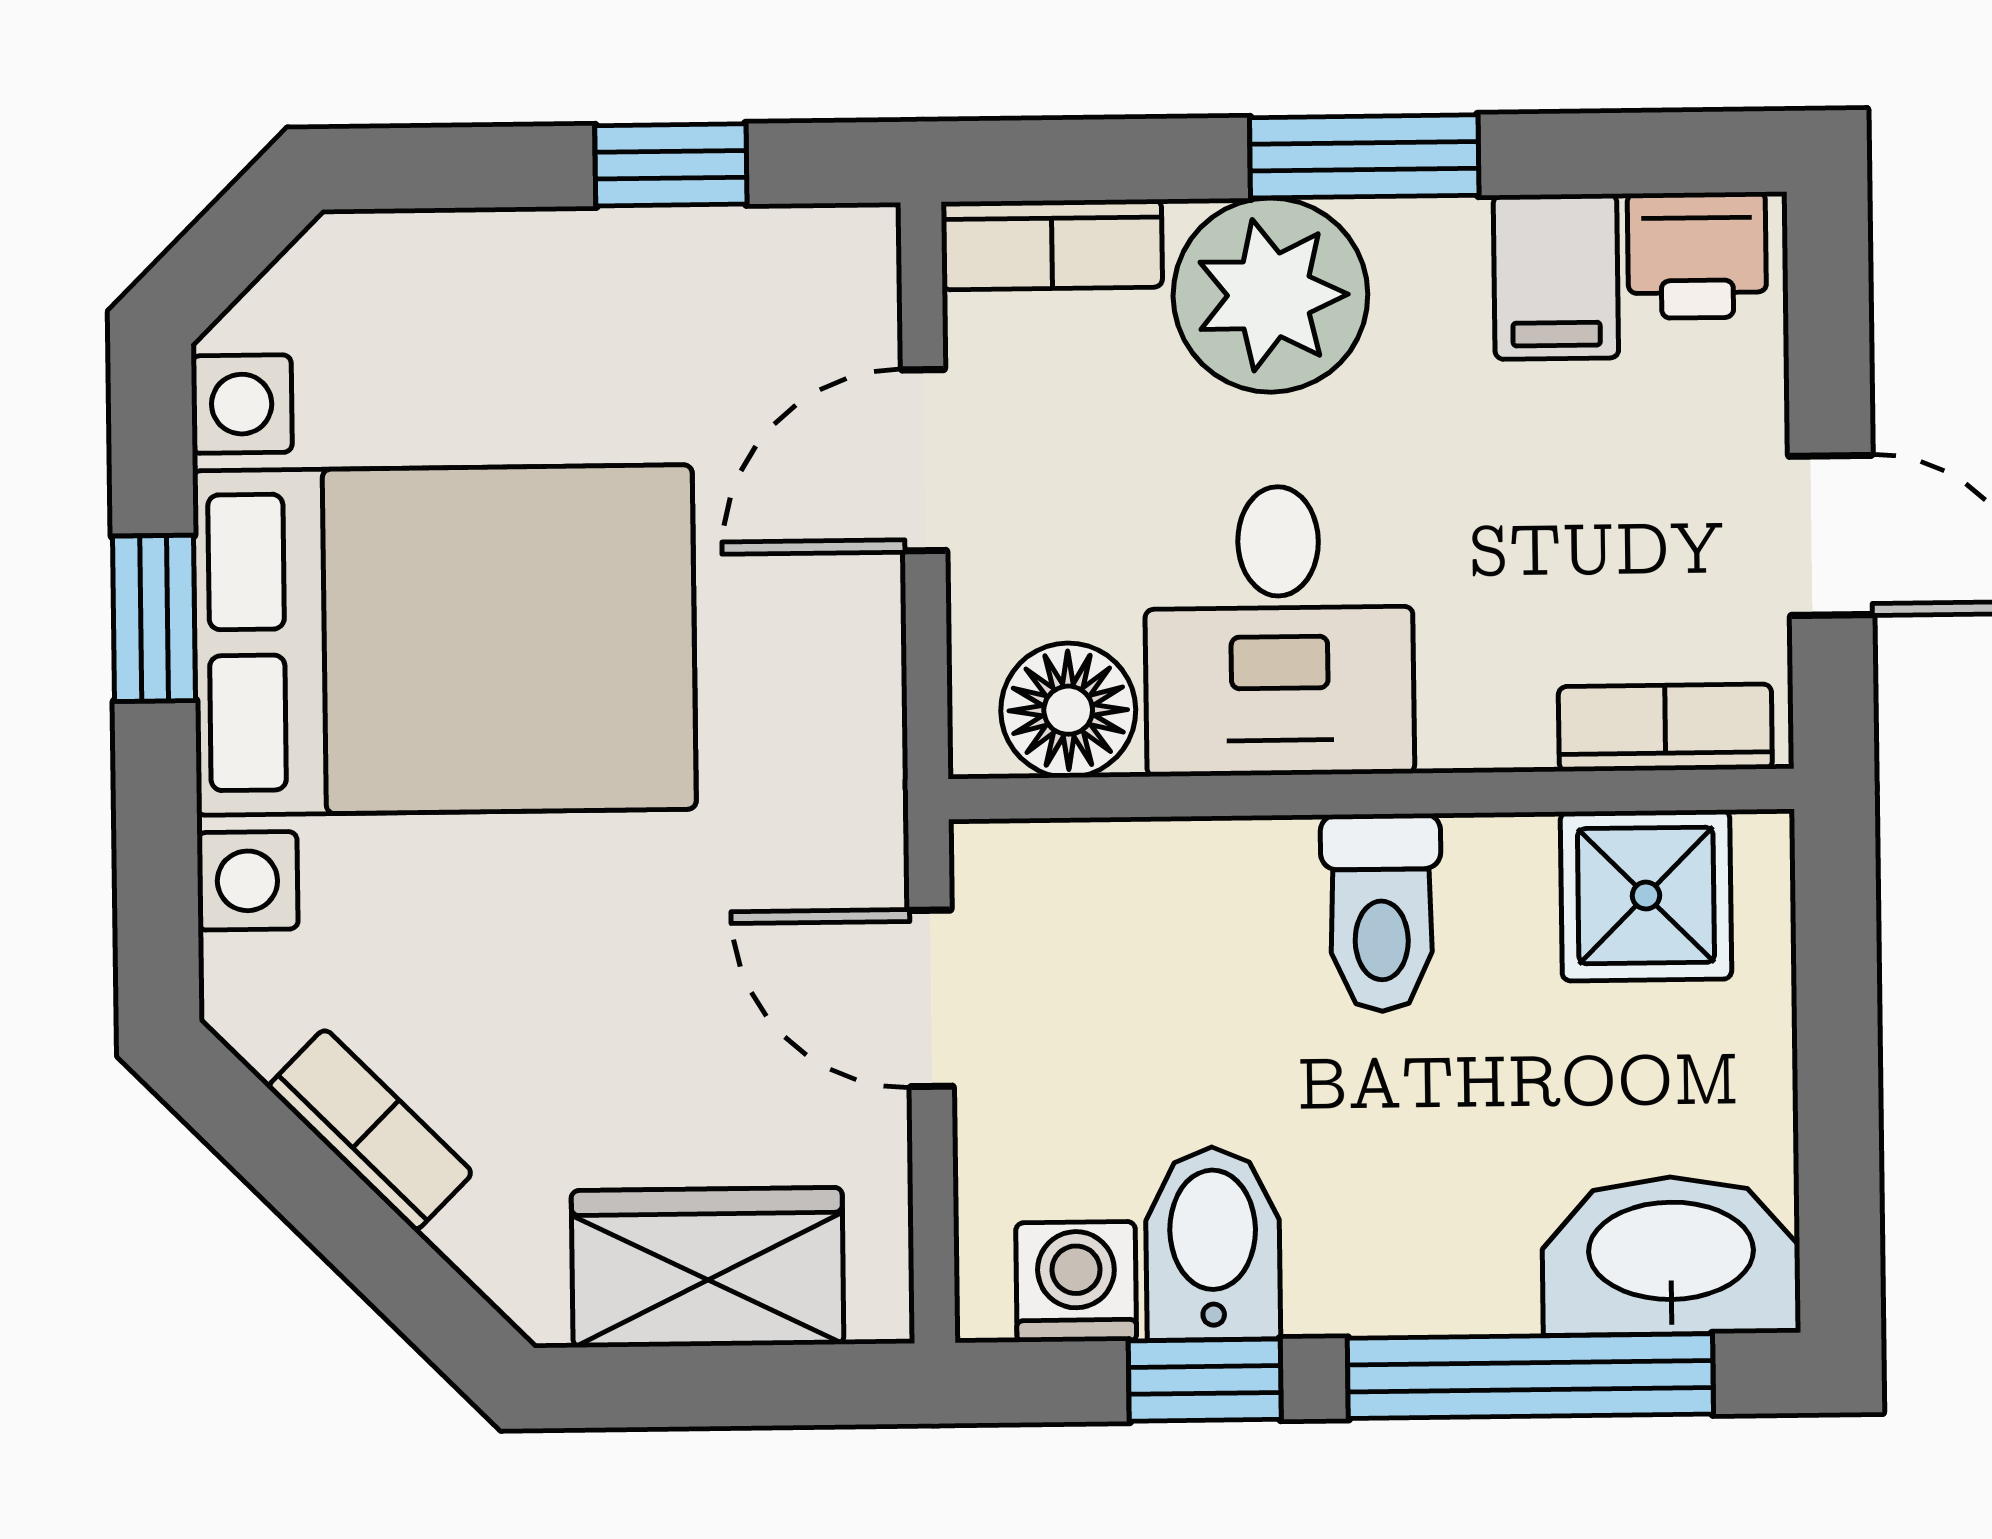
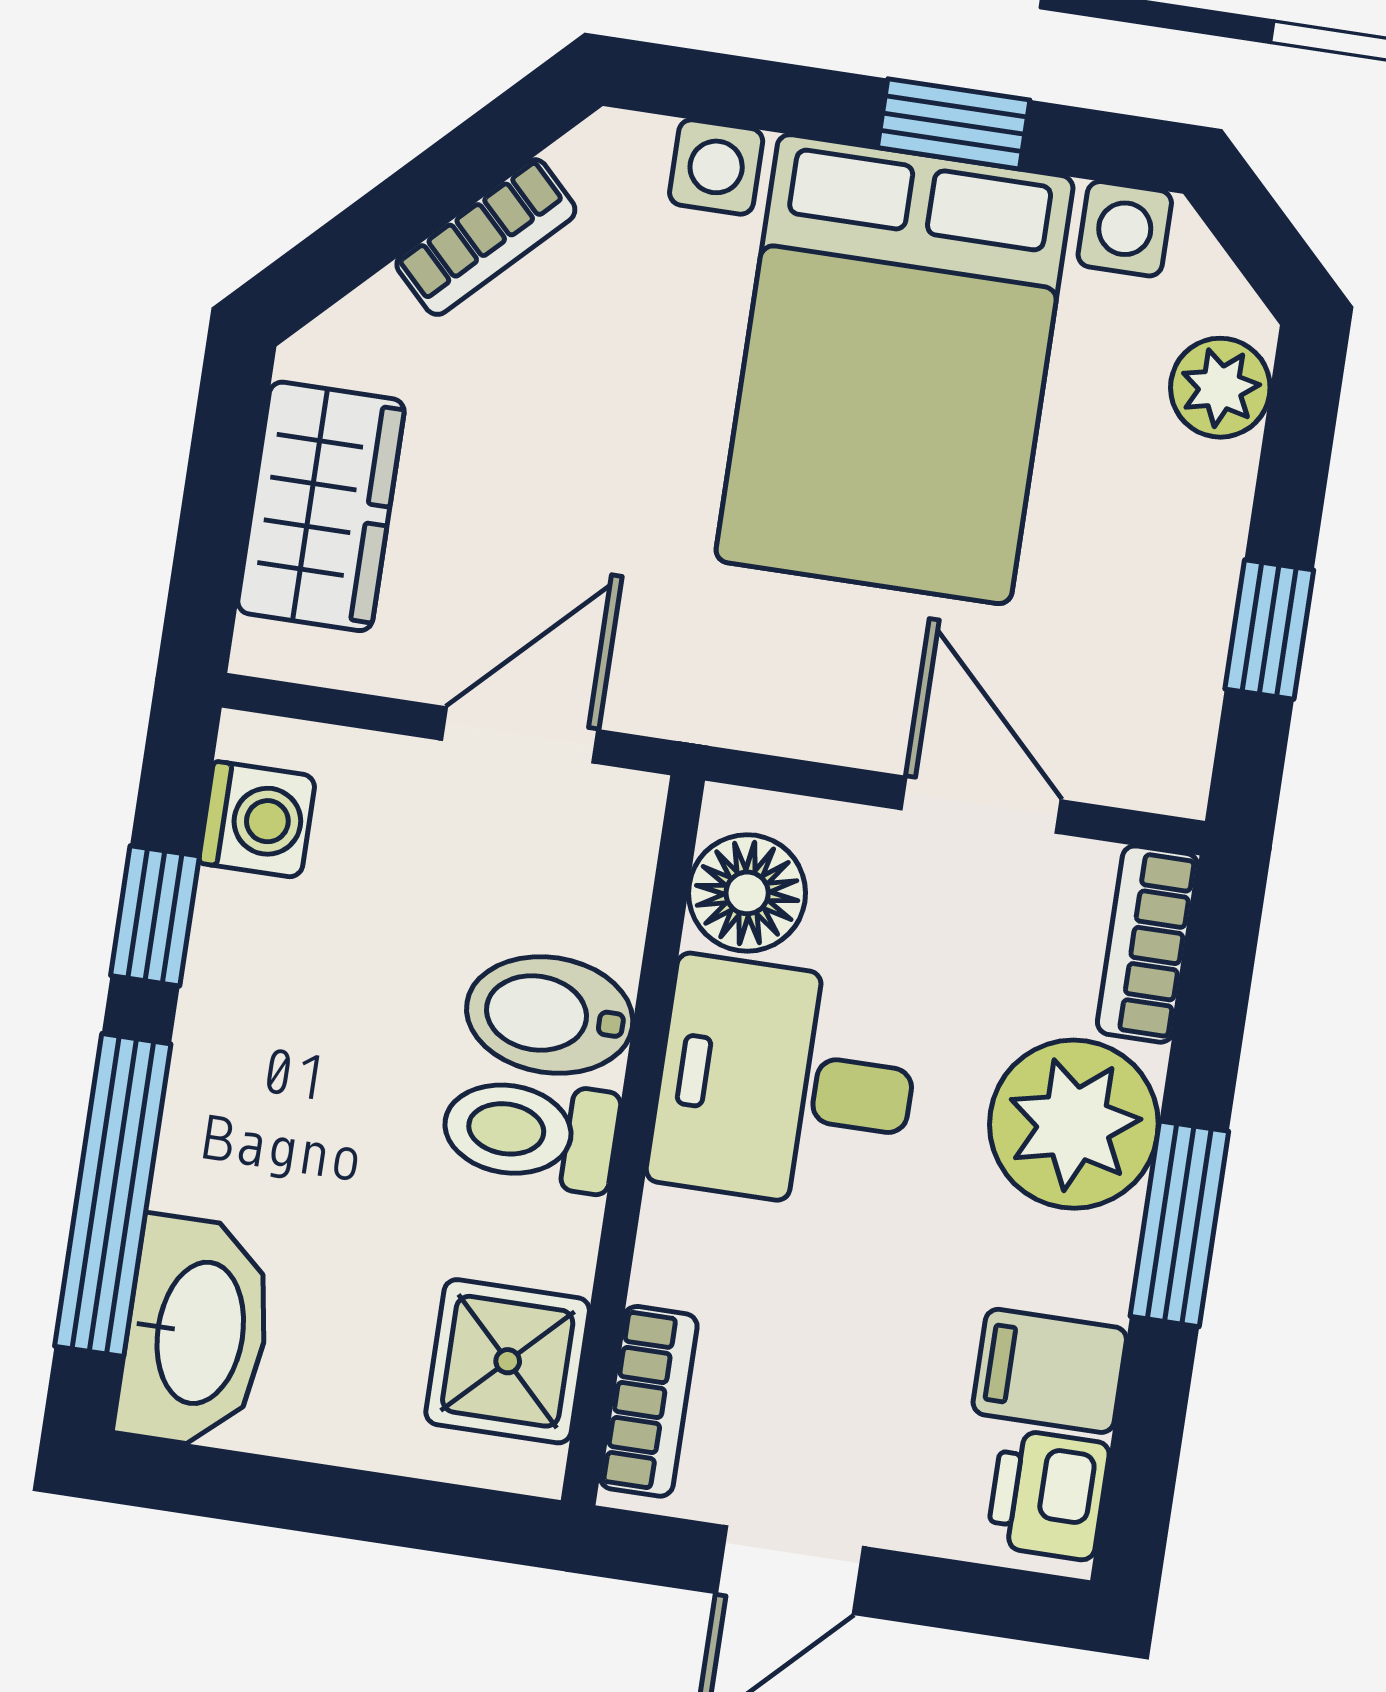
plant: (405, 266) -> (1220, 388), added
bidet: (1213, 1243) -> (550, 1015), moved, turned 180

